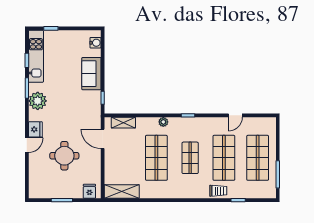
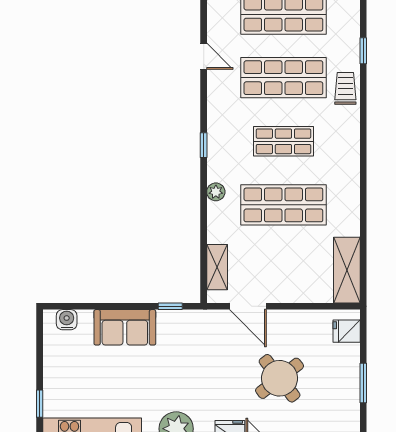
door: (103, 139) -> (248, 306), hinge flipped
round table: (64, 156) -> (280, 378), turned -38

